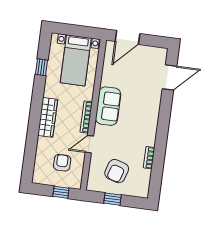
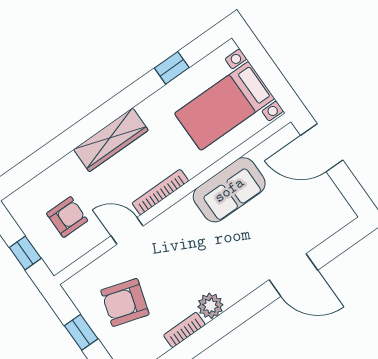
door: (170, 77) -> (293, 275), moved
sofa: (108, 106) -> (229, 190), moved
plant: (149, 139) -> (210, 306), added

